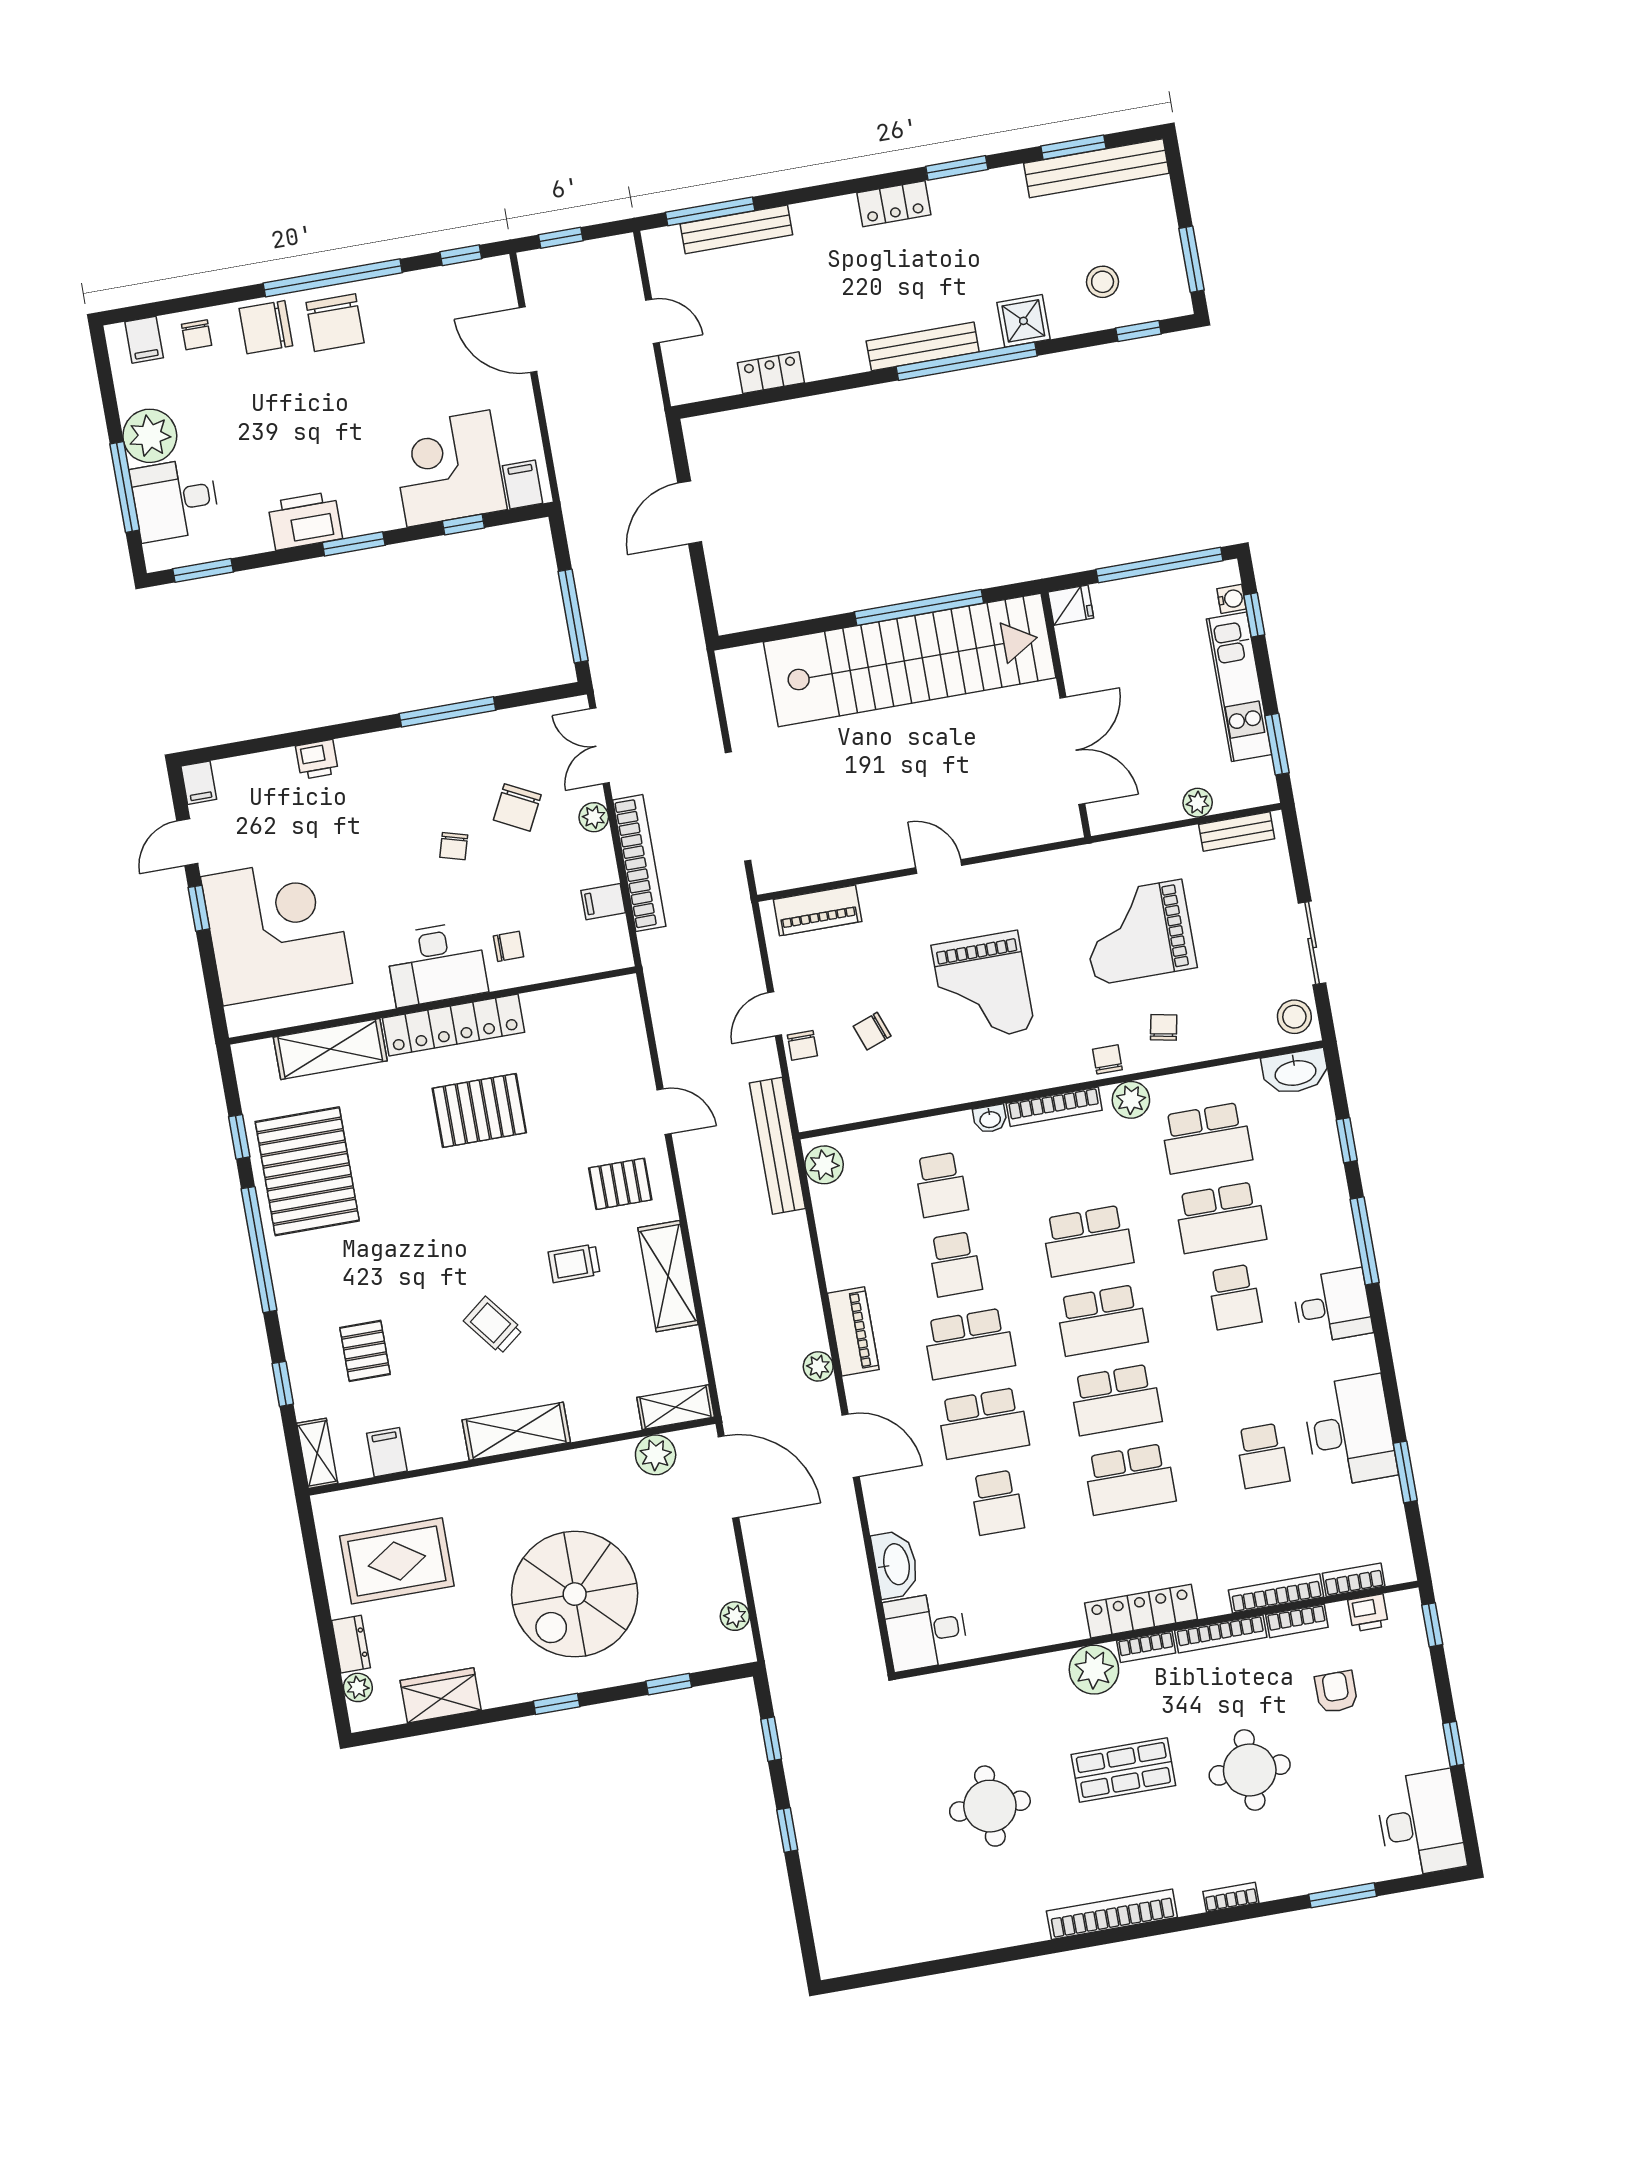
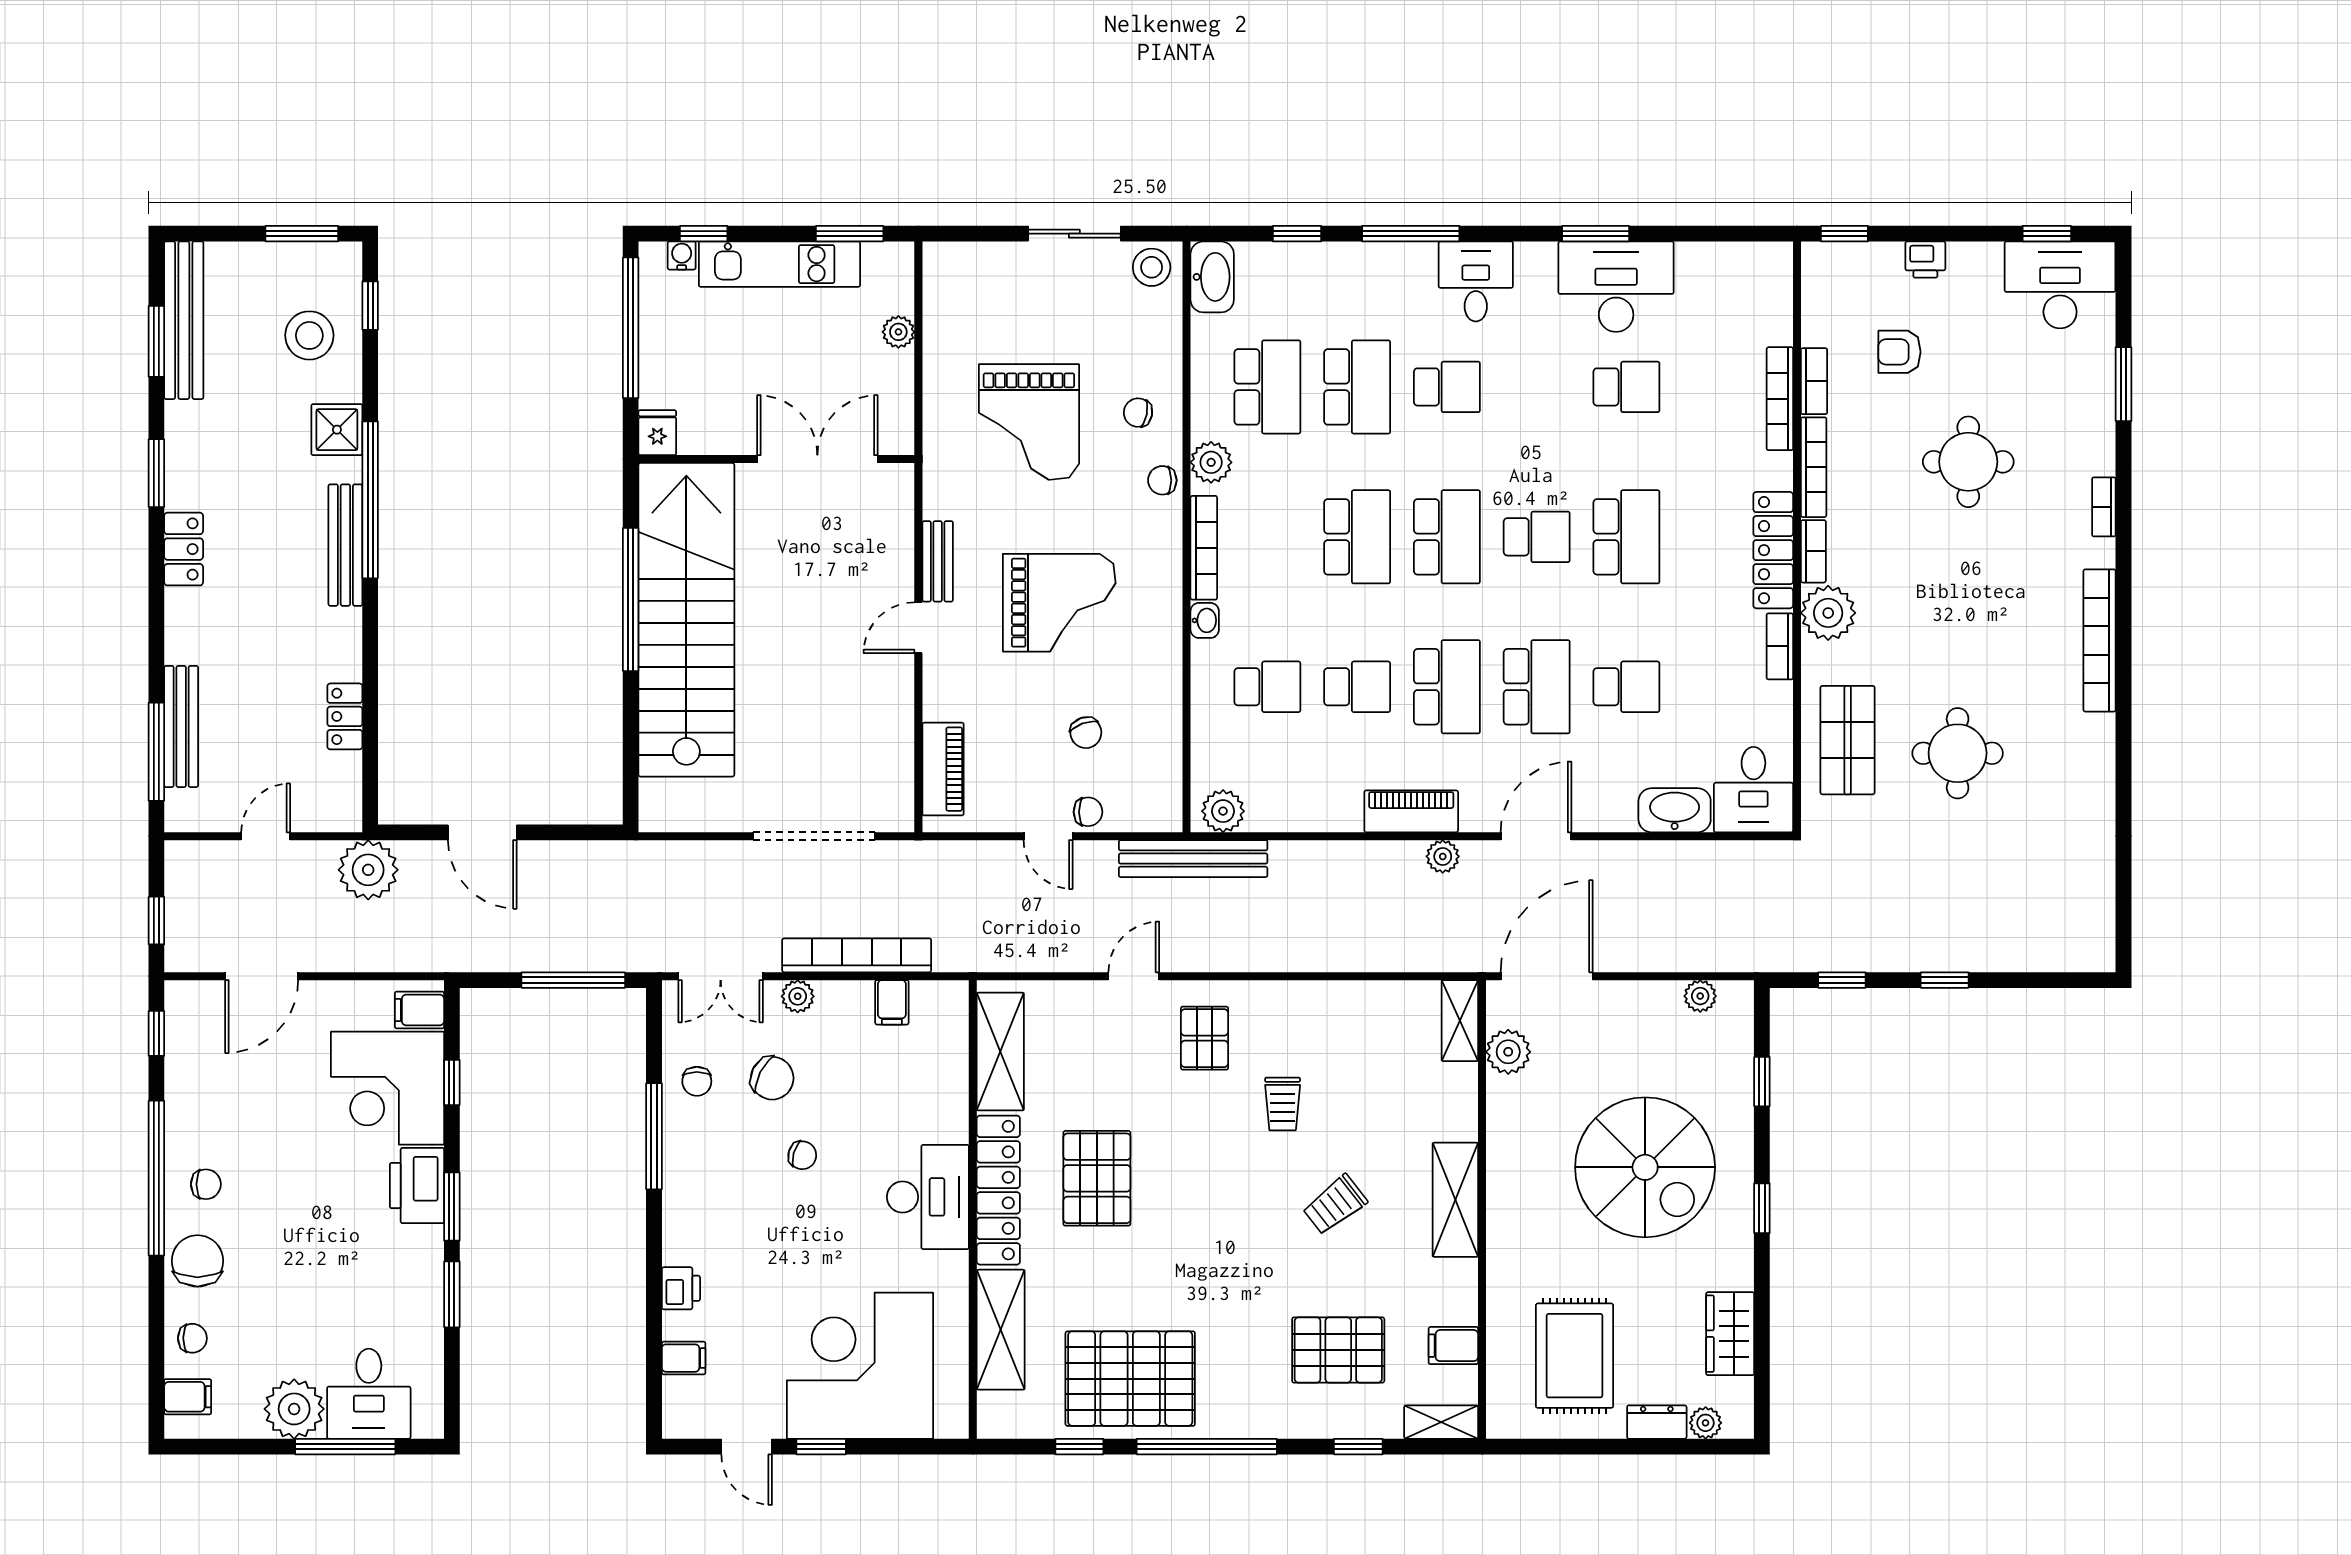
stool: (1103, 282) -> (309, 335), width x1.38, depth x1.38
chair: (335, 323) -> (206, 1184), width x0.54, depth x0.54
chair: (266, 327) -> (197, 1261), turned 180
plant: (639, 417) -> (368, 870), added
printer: (305, 521) -> (417, 1186), moved
window: (203, 570) -> (452, 1294), moved
filing cabinet: (199, 783) -> (684, 1358), moved
bench: (1237, 832) -> (938, 561), moved
chair: (508, 946) -> (697, 1081), moved, turned 180
shelving: (668, 1276) -> (1000, 1052), moved, turned 90
pallet: (365, 1351) -> (1338, 1350), width x1.50, depth x1.42
school desk: (1116, 1400) -> (1537, 537), width x0.54
window: (1405, 1472) -> (1596, 234), moved
bookcase: (1354, 1580) -> (1780, 646), moved
printer: (1368, 1613) -> (1925, 260), moved, turned 90
window: (1453, 1744) -> (2047, 234), moved
shop shelf: (1123, 1770) -> (1848, 740), moved

